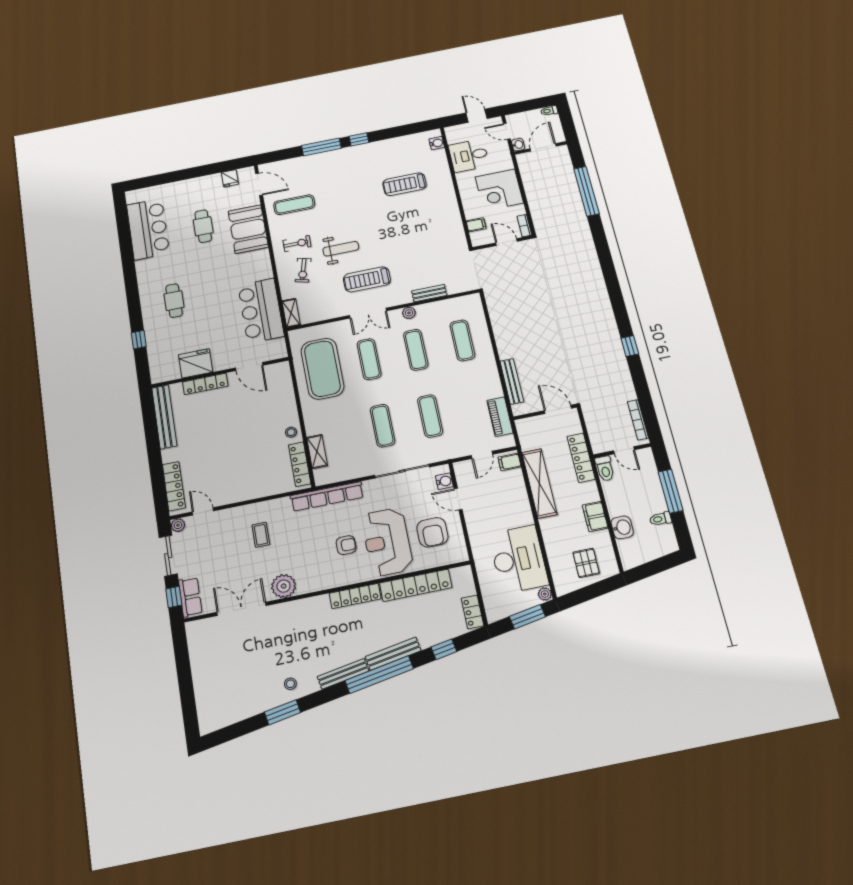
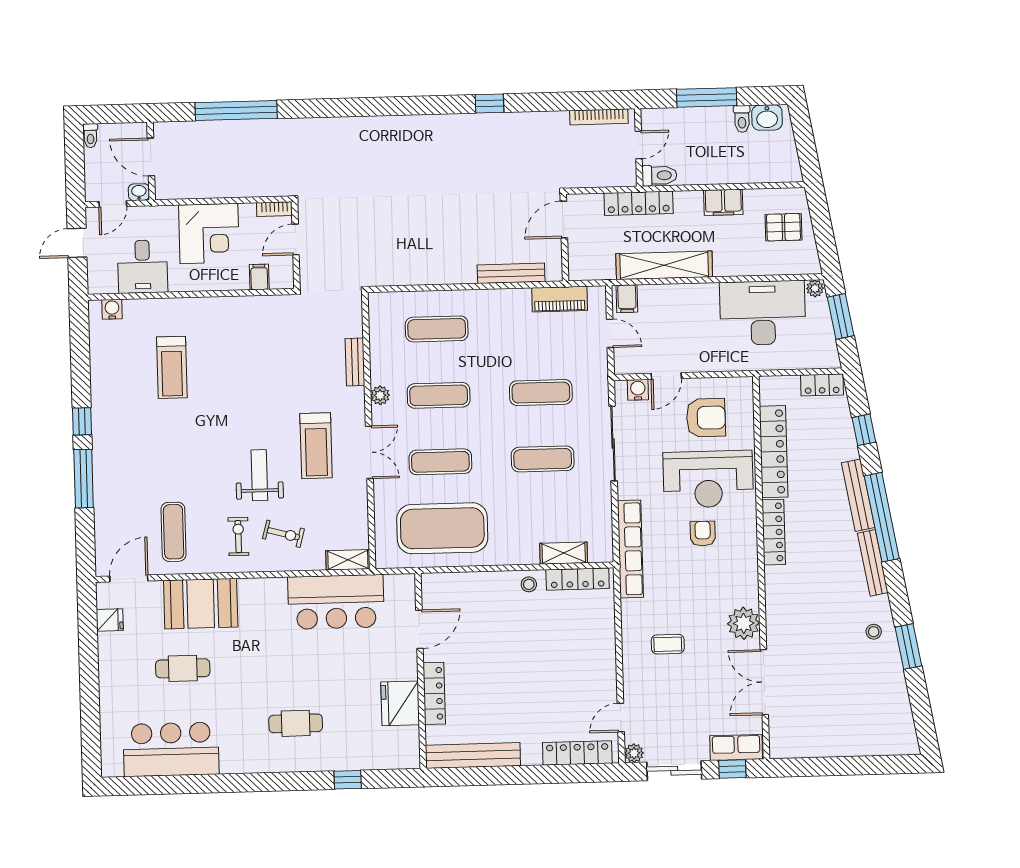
washbasin: (622, 527) -> (767, 117), moved, turned 180

